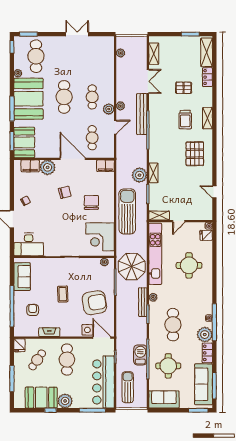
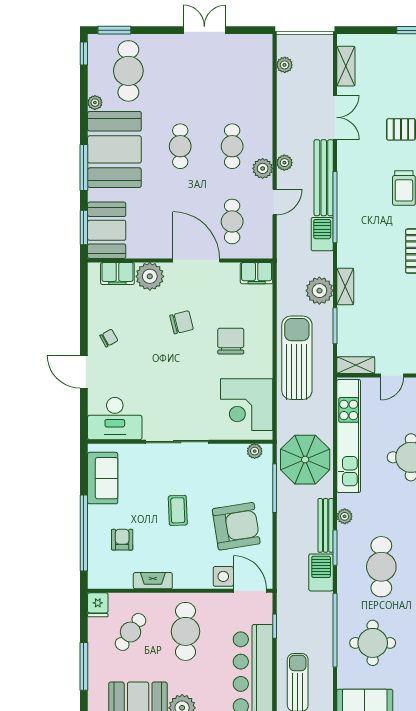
cafe table: (64, 97) -> (180, 146), width x0.73, depth x0.74
barbecue: (141, 145) -> (322, 234), added
barbecue: (140, 355) -> (321, 572), moved

